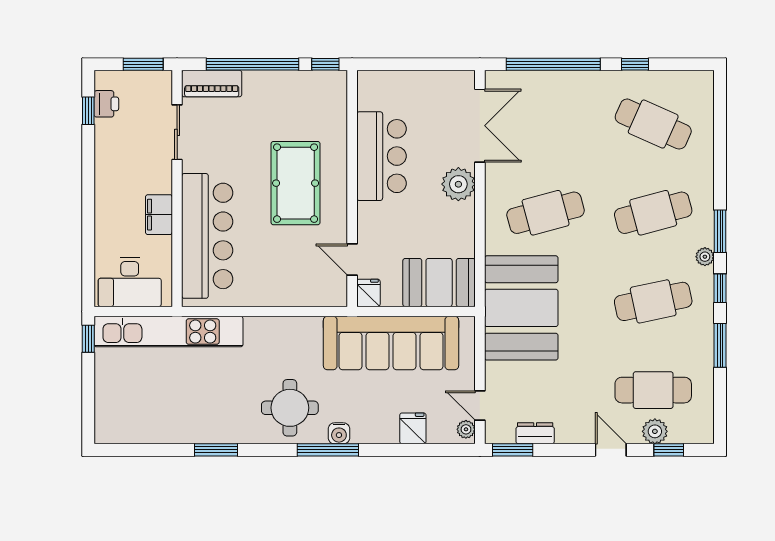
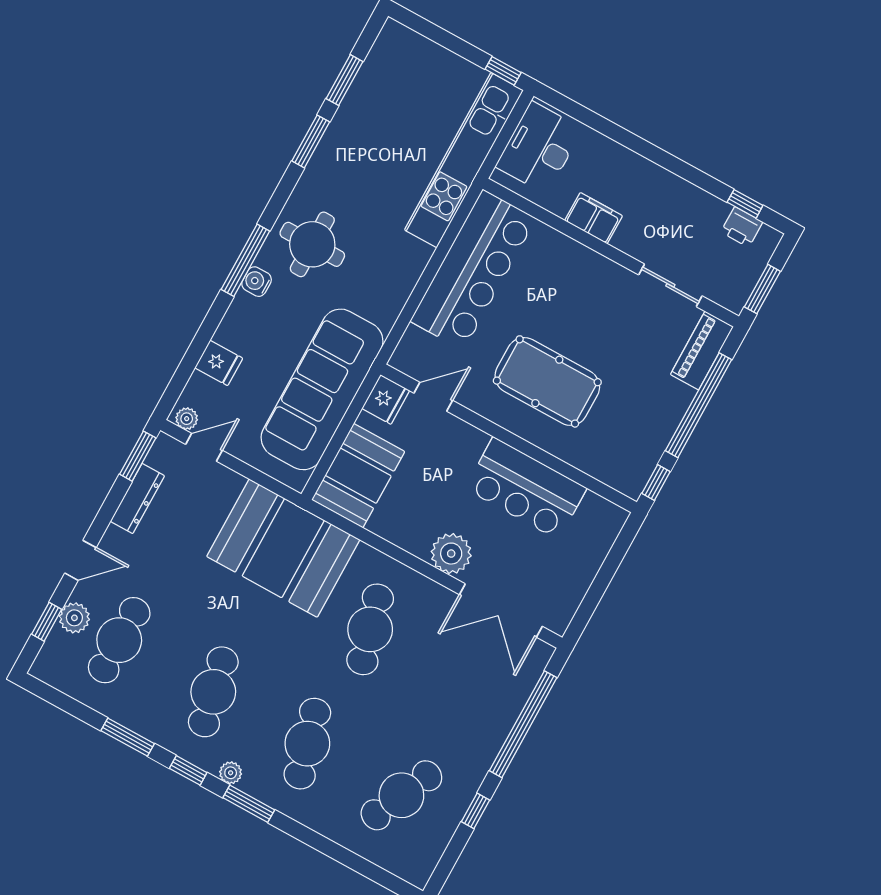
bar counter: (207, 236) -> (473, 270), moved, turned -90
fridge: (368, 293) -> (386, 399), width x1.38
dresser: (535, 433) -> (137, 499), width x1.44
window: (158, 450) -> (344, 80), added

